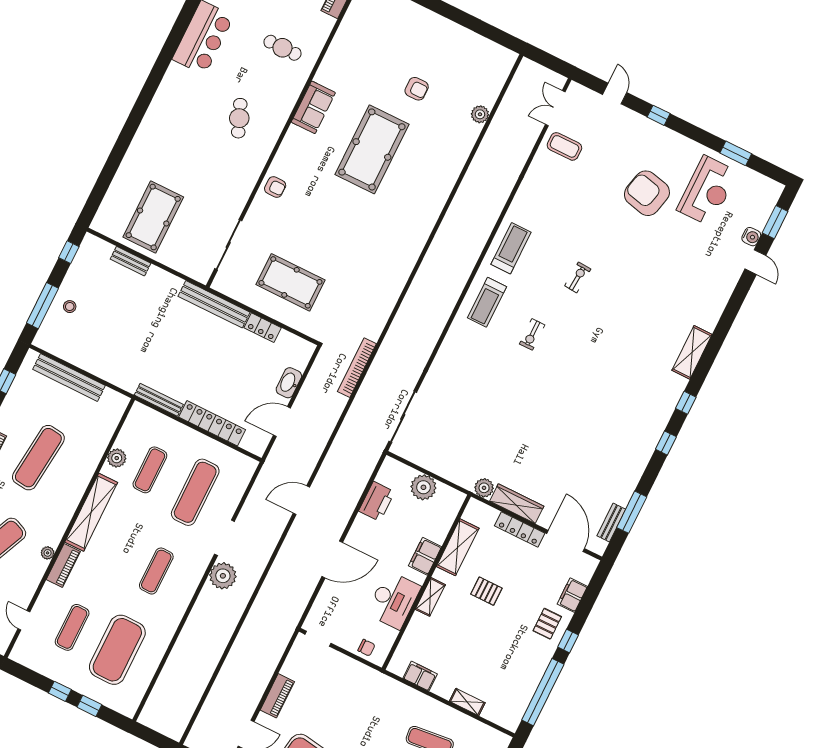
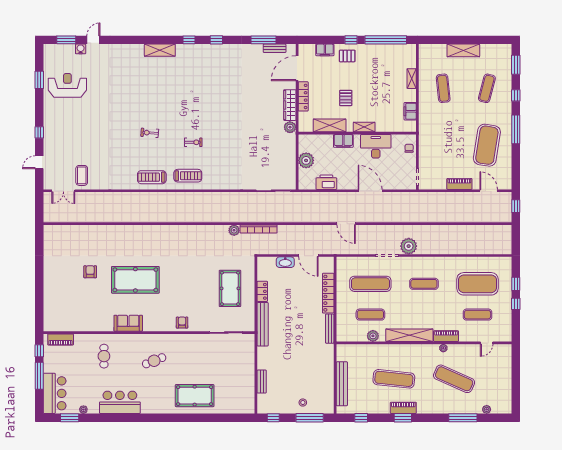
plant: (480, 114) -> (234, 230), moved
armchair: (647, 193) -> (85, 118), removed
pool table: (153, 217) -> (195, 396), moved

